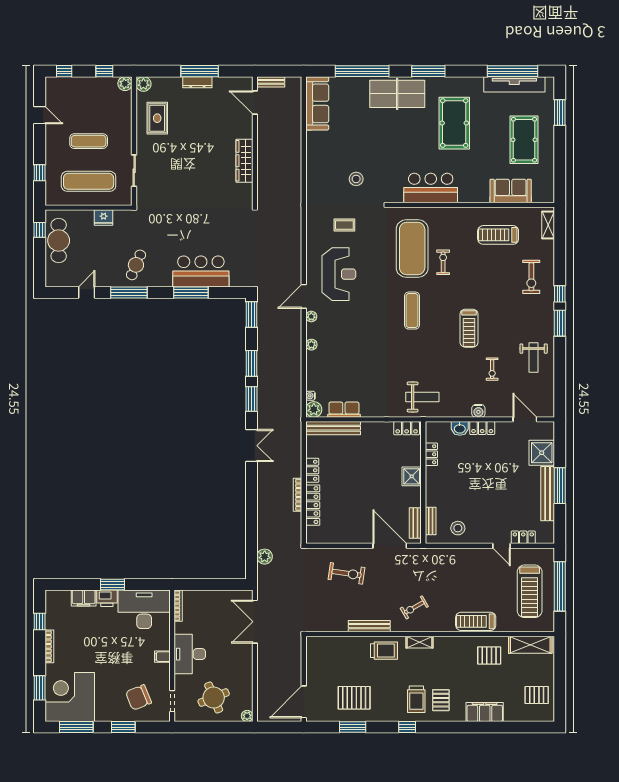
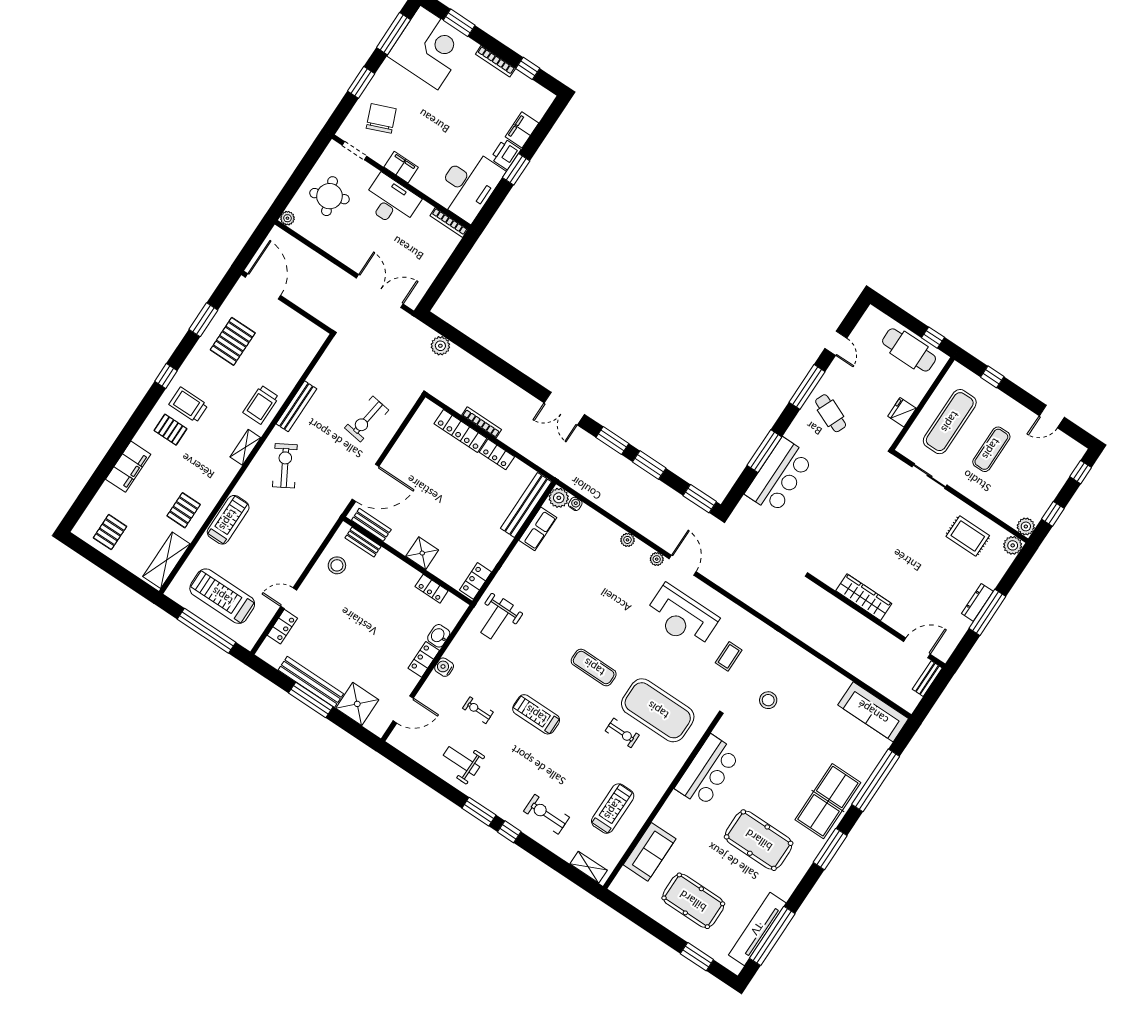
exercise bike: (414, 607) -> (285, 466), width x1.38, depth x1.39
filing cabinet: (162, 657) -> (401, 167), width x2.00

